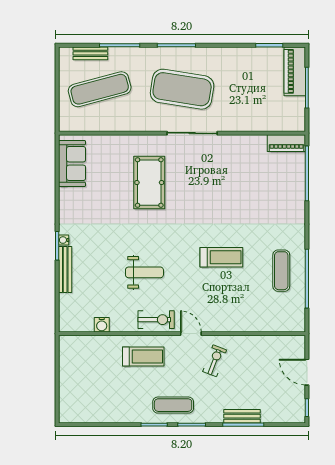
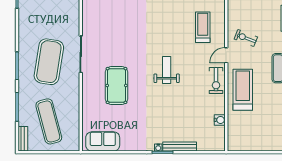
bench: (90, 53) -> (23, 139), moved
pool table: (149, 183) -> (117, 85), turned 90
treadmill: (221, 257) -> (203, 27), moved
weight bench: (144, 272) -> (167, 70), moved
exercise bike: (156, 320) -> (216, 81), turned 180
treadmill: (143, 356) -> (243, 90), width x1.37, depth x1.38

